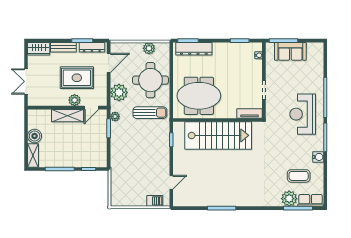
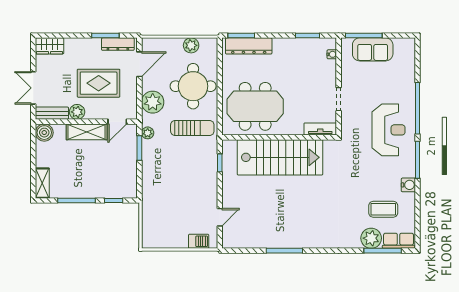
bench: (63, 47) -> (52, 113), moved
plant: (75, 100) -> (77, 112), moved
reception desk: (303, 114) -> (389, 130), turned 180
boiler: (35, 136) -> (44, 133), moved

